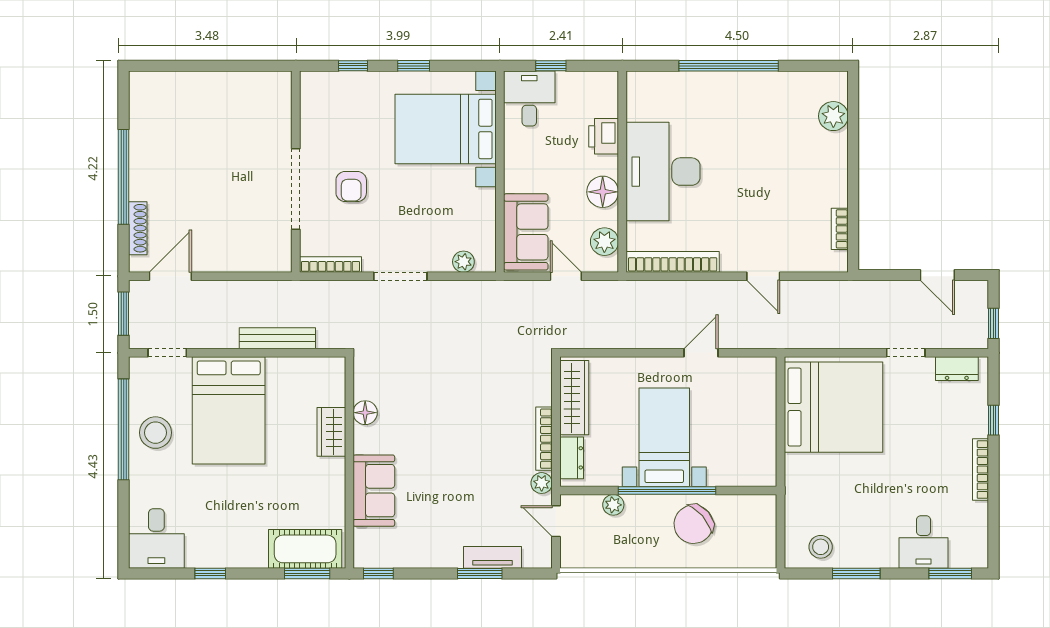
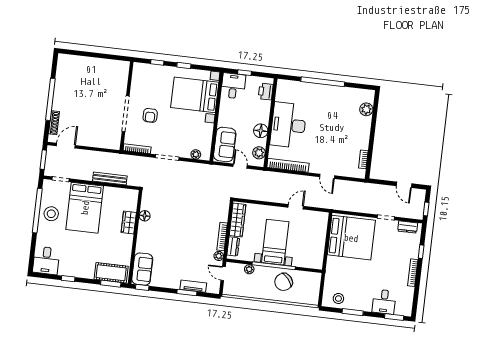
printer: (604, 136) -> (266, 92), moved
sofa: (374, 491) -> (142, 269), moved

